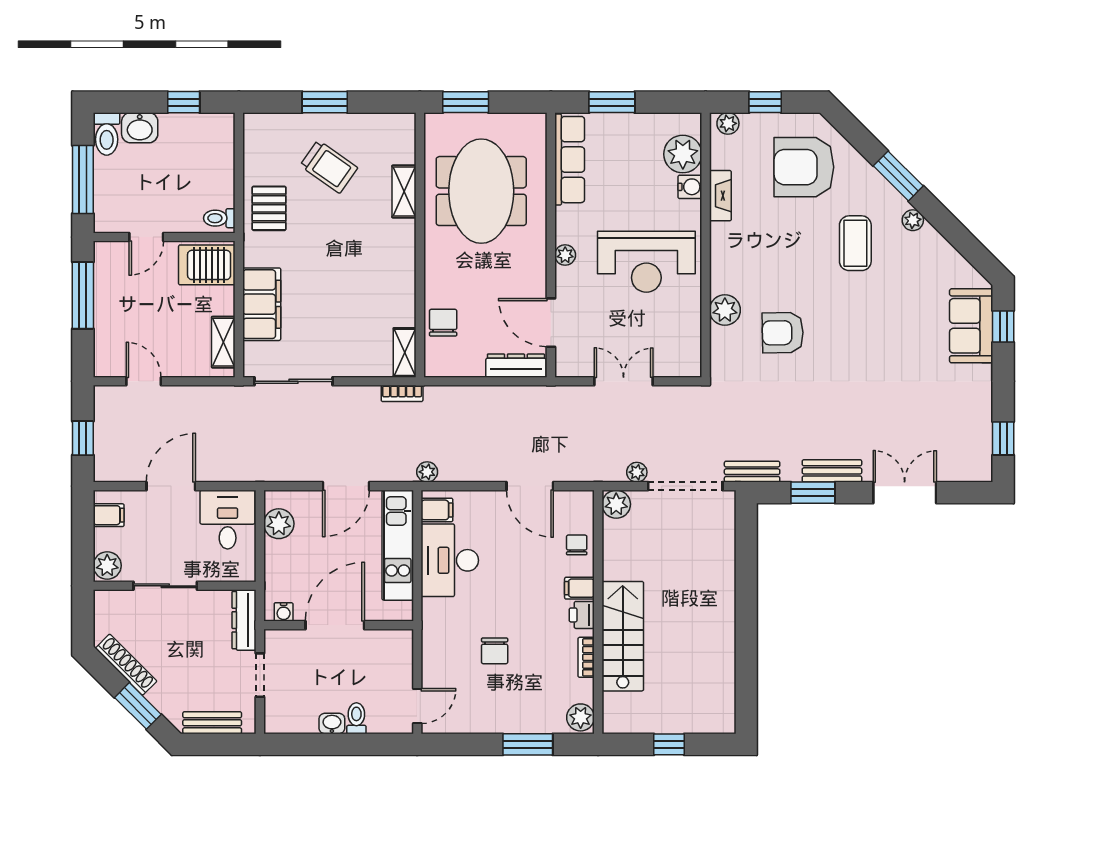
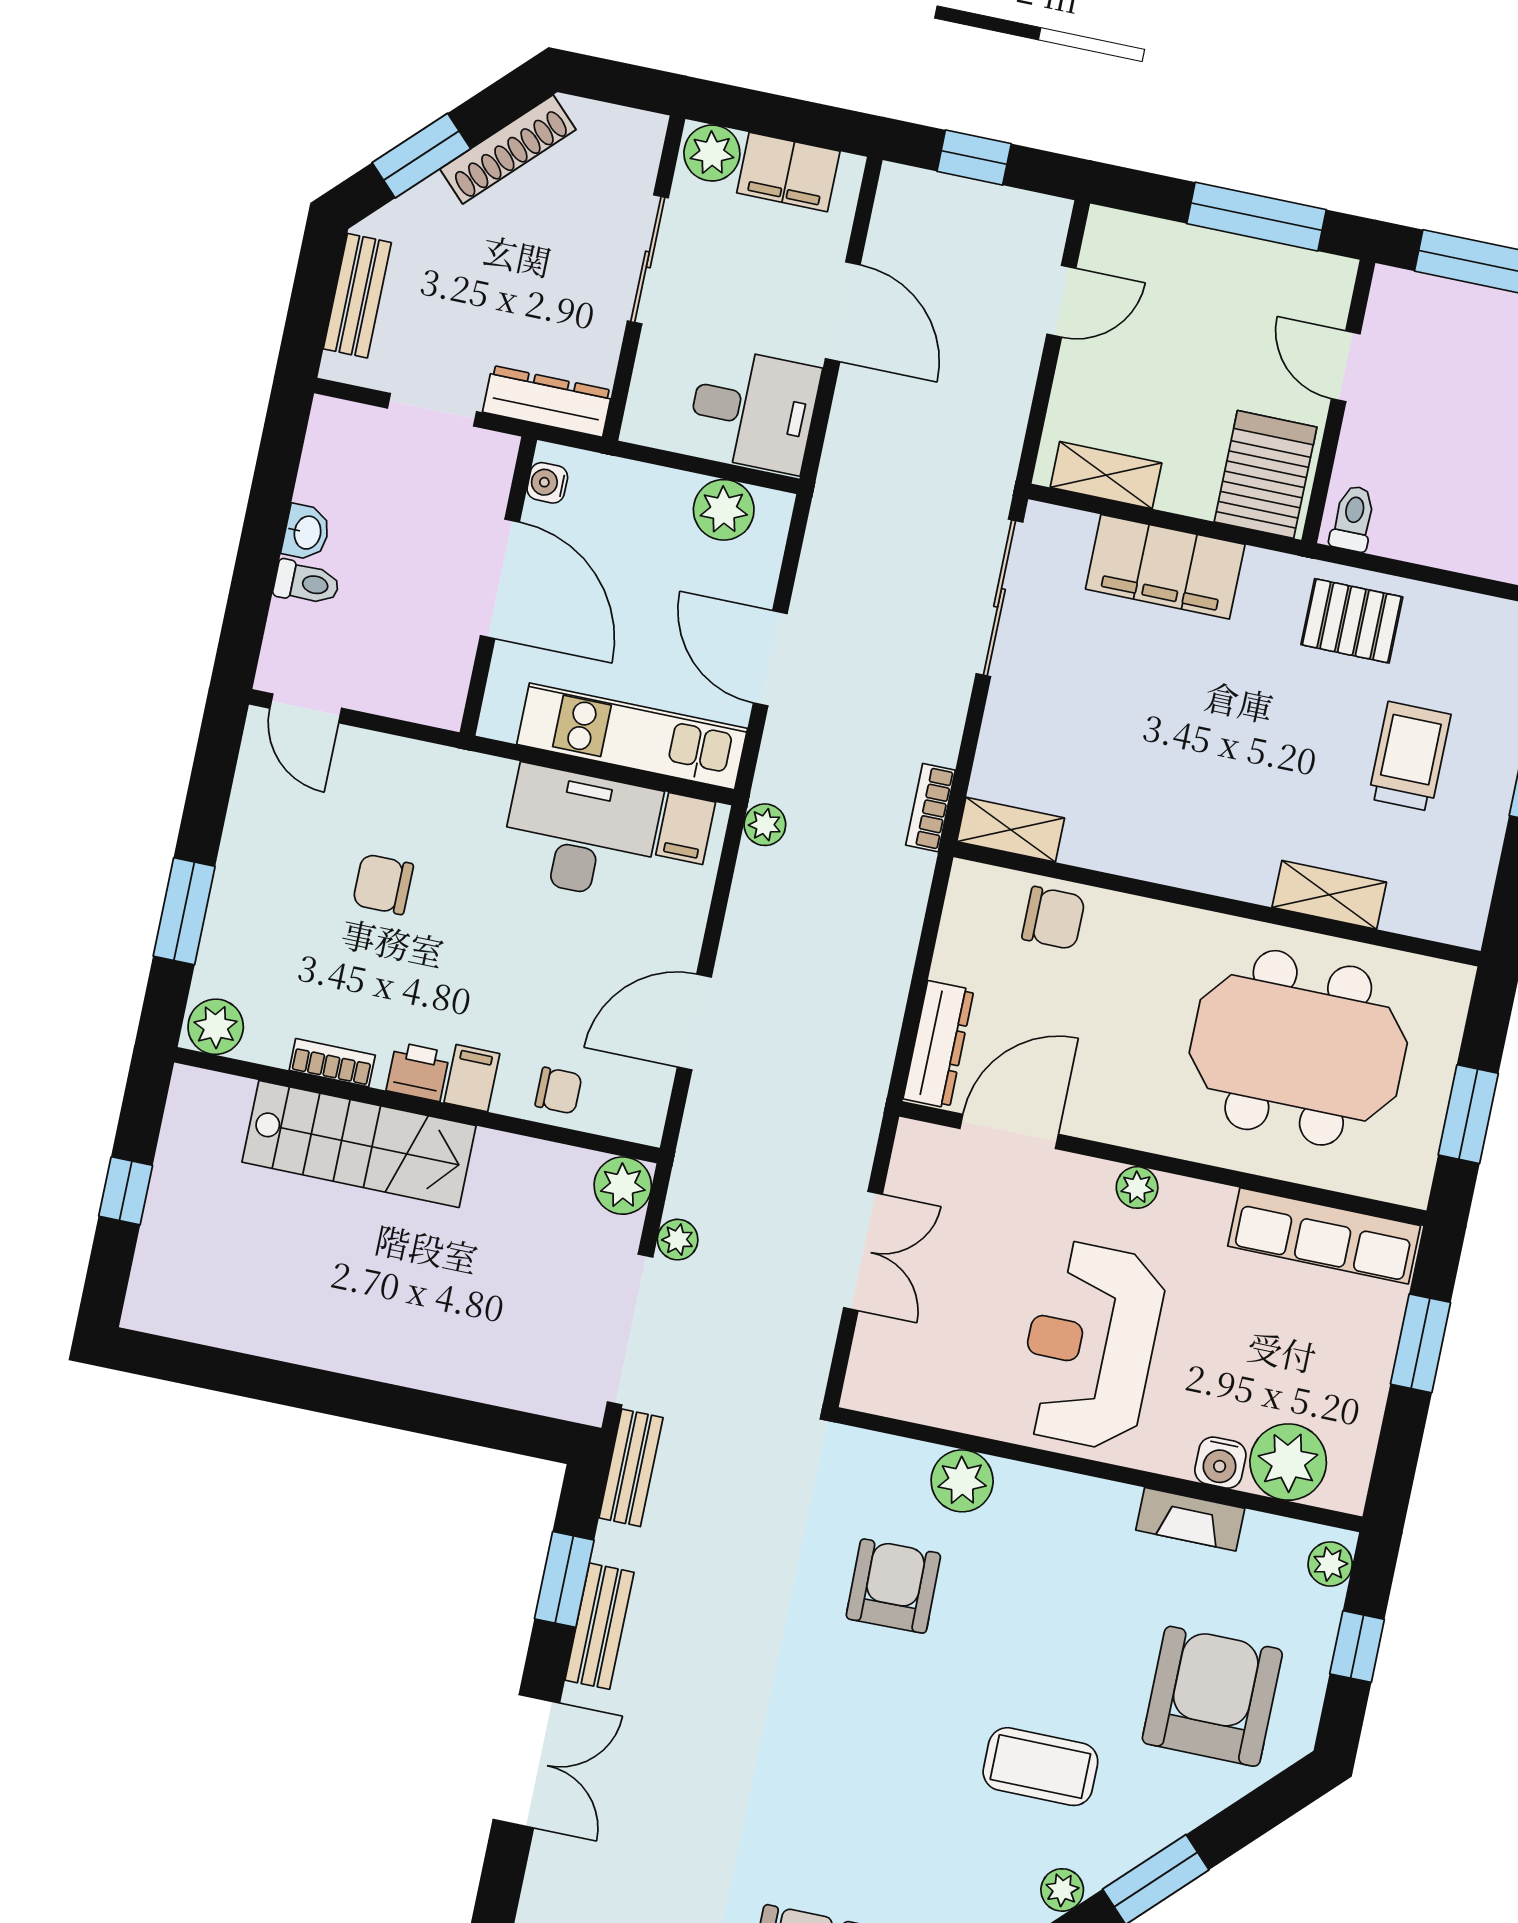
window: (466, 102) -> (1468, 1114), moved
trolley: (329, 167) -> (1410, 756), turned 145
filing cabinet: (109, 515) -> (788, 172), width x2.00

